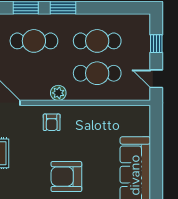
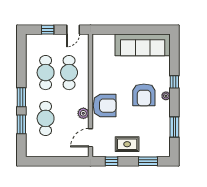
plant: (58, 93) -> (83, 113), moved
armchair: (52, 122) -> (105, 106), width x1.88, depth x1.88

